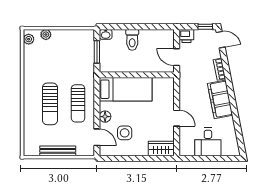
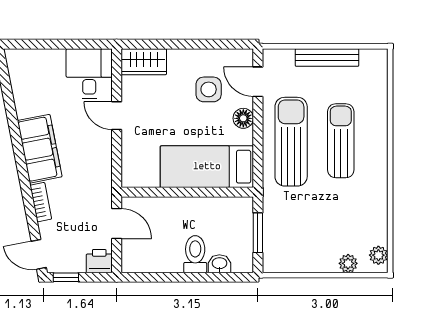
washbasin: (106, 34) -> (219, 264), moved
sun lounger: (78, 103) -> (291, 142), width x1.36, depth x1.34
desk: (208, 142) -> (89, 73), moved

